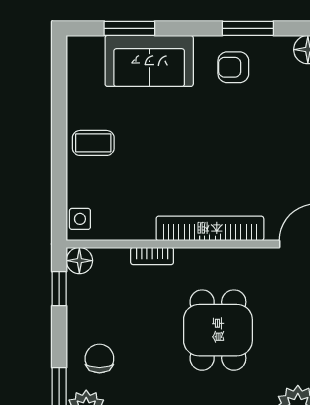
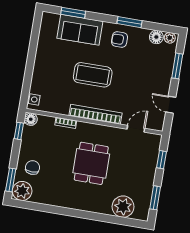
coffee table: (93, 143) -> (93, 75), moved, width x1.86, depth x1.72

